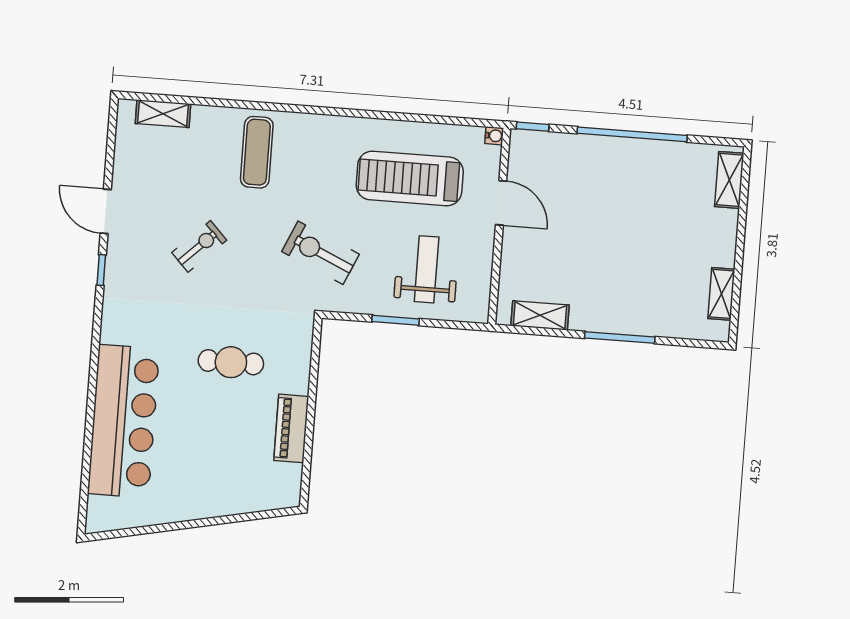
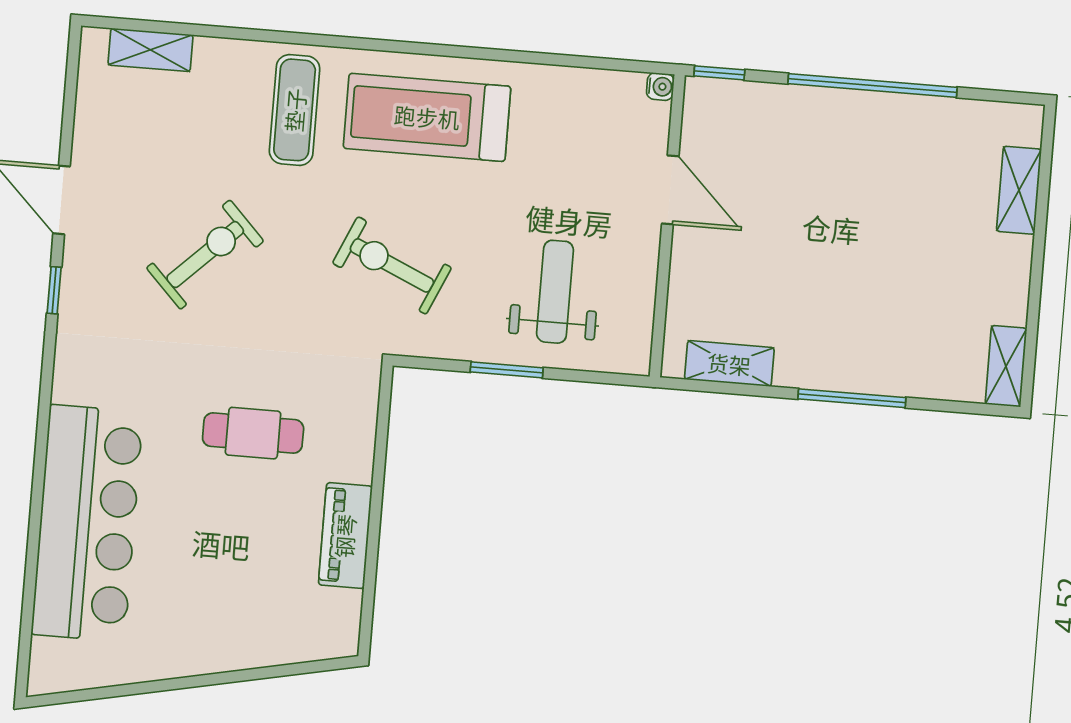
treadmill: (410, 178) -> (427, 117), moved
shelving: (729, 180) -> (1019, 190), moved
exercise bike: (199, 246) -> (205, 255), width x1.38, depth x1.39
shelving: (721, 294) -> (1006, 366), moved

